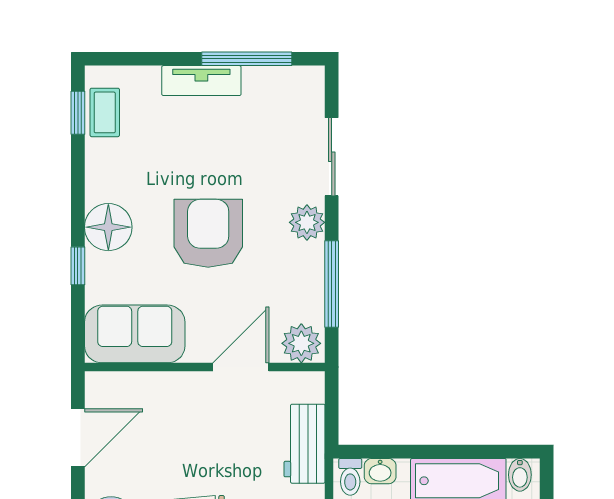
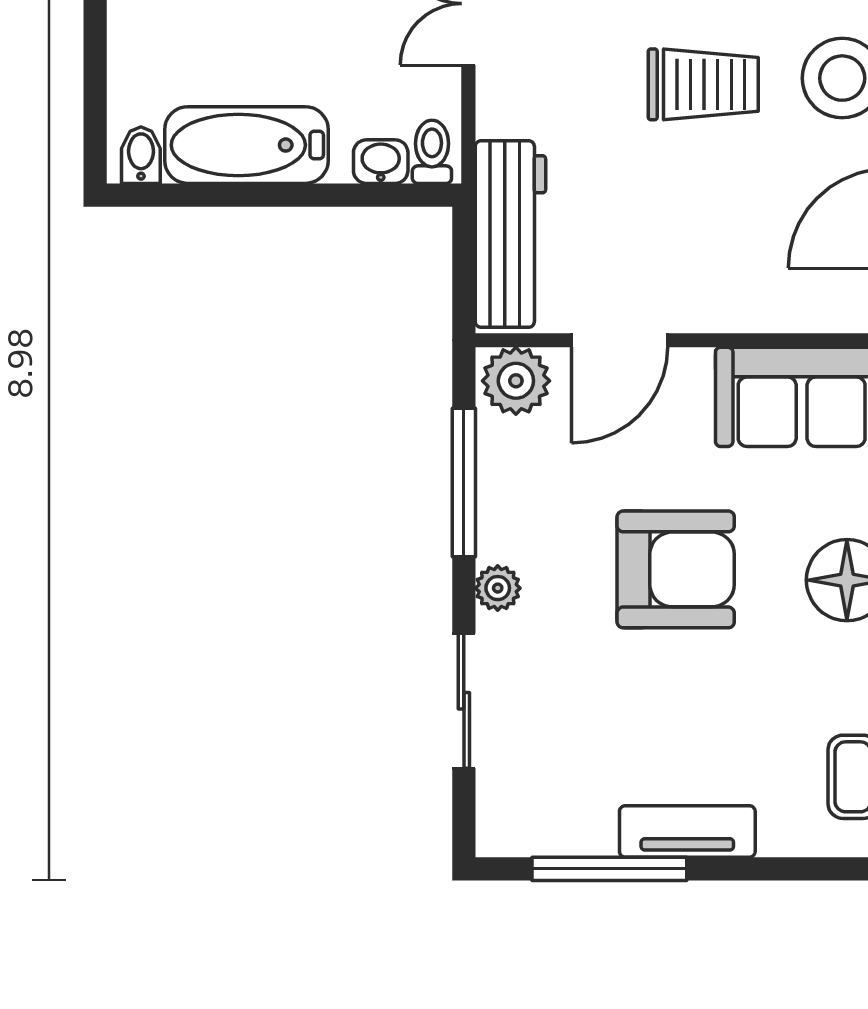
plant: (307, 222) -> (498, 588), width x0.73, depth x0.73
armchair: (208, 233) -> (676, 569), turned -90
workbench: (304, 444) -> (510, 234), width x1.37

